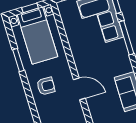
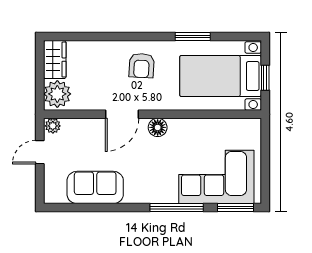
floor lamp: (81, 65) -> (158, 127), added

